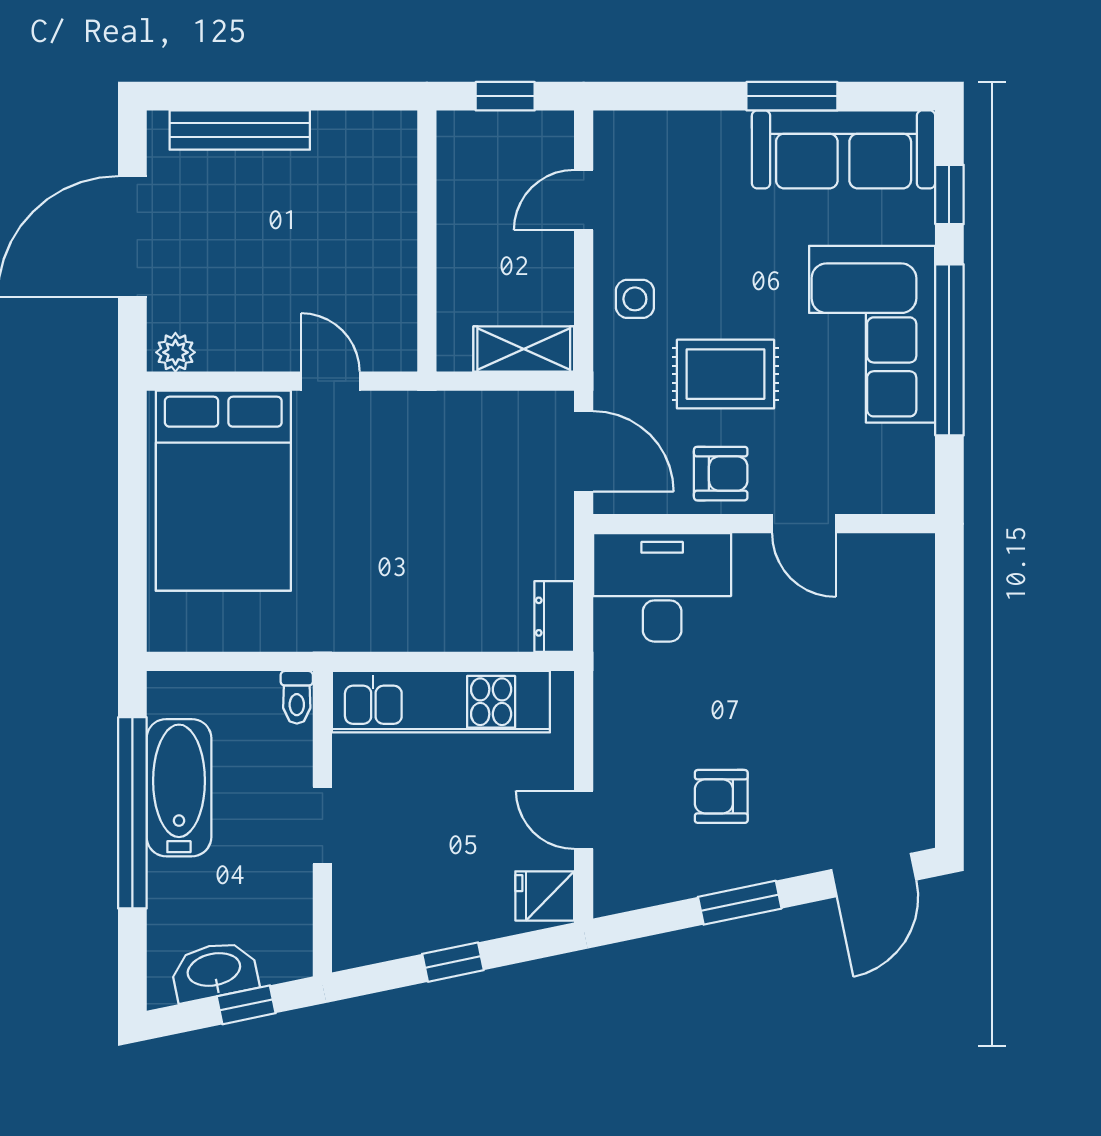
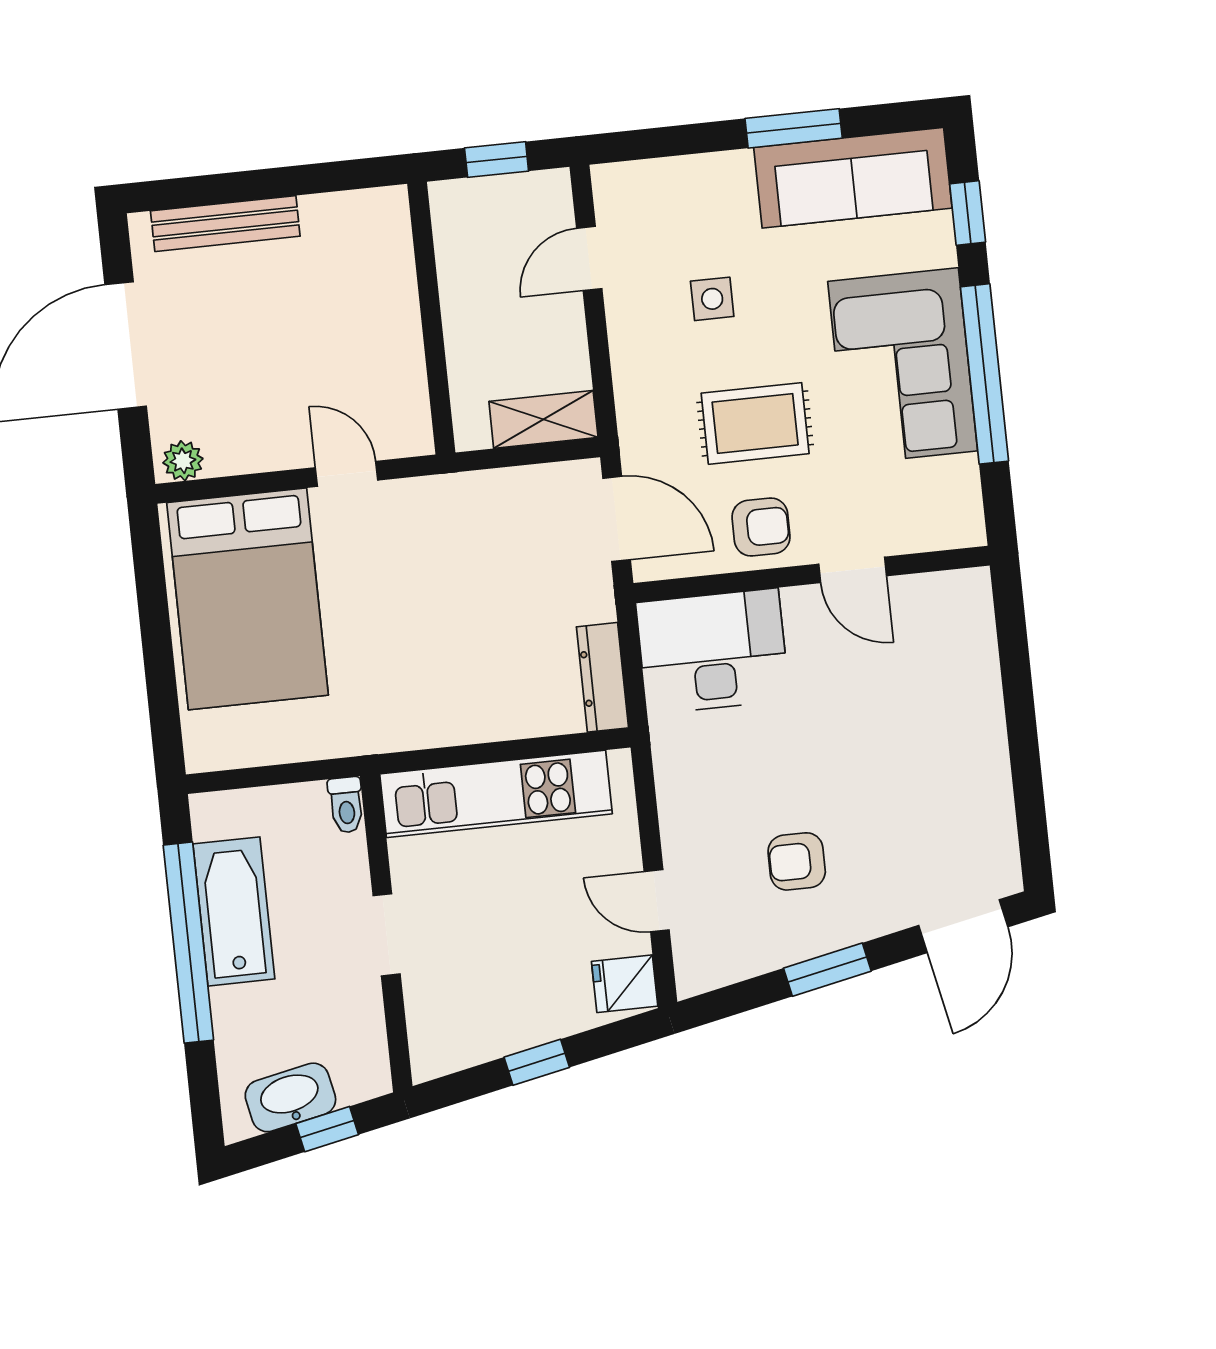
side table: (635, 299) -> (712, 299), moved
dresser: (554, 617) -> (602, 677), width x1.44

